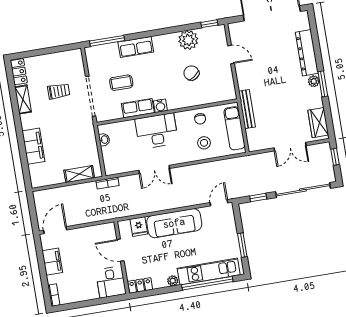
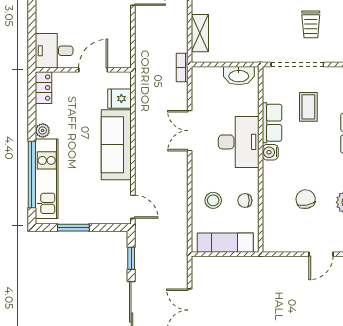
chair: (191, 73) -> (306, 199), turned -65
bench: (247, 109) -> (247, 263), removed
washbasin: (104, 140) -> (239, 76), width x1.91, depth x1.45

